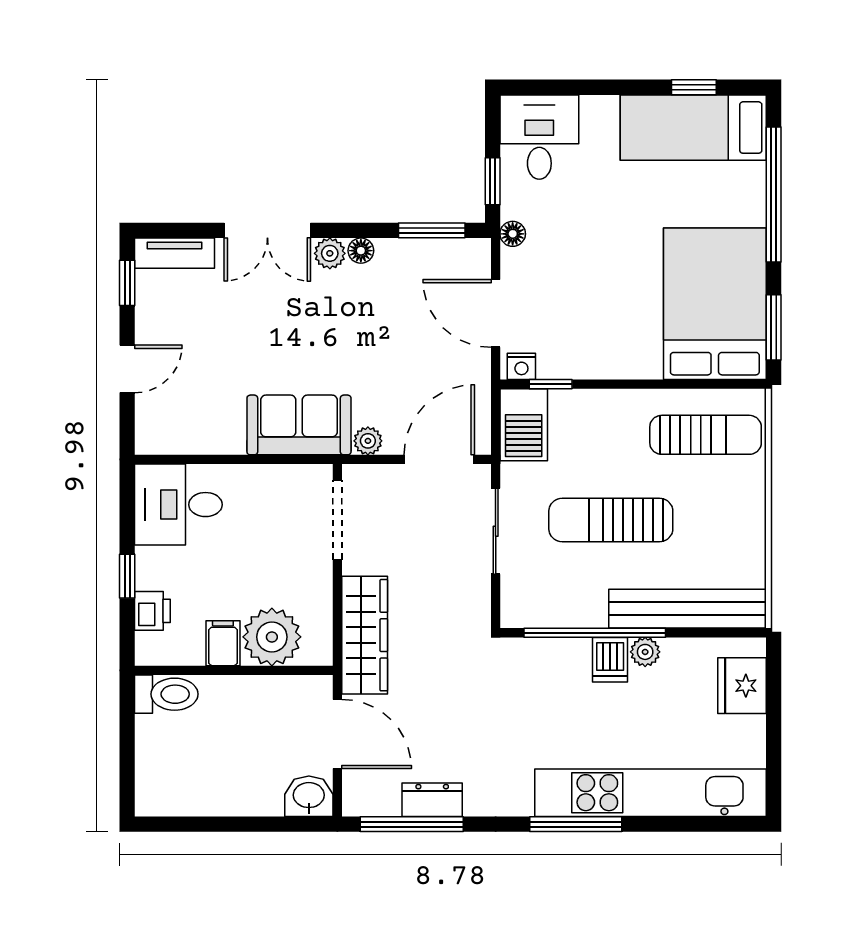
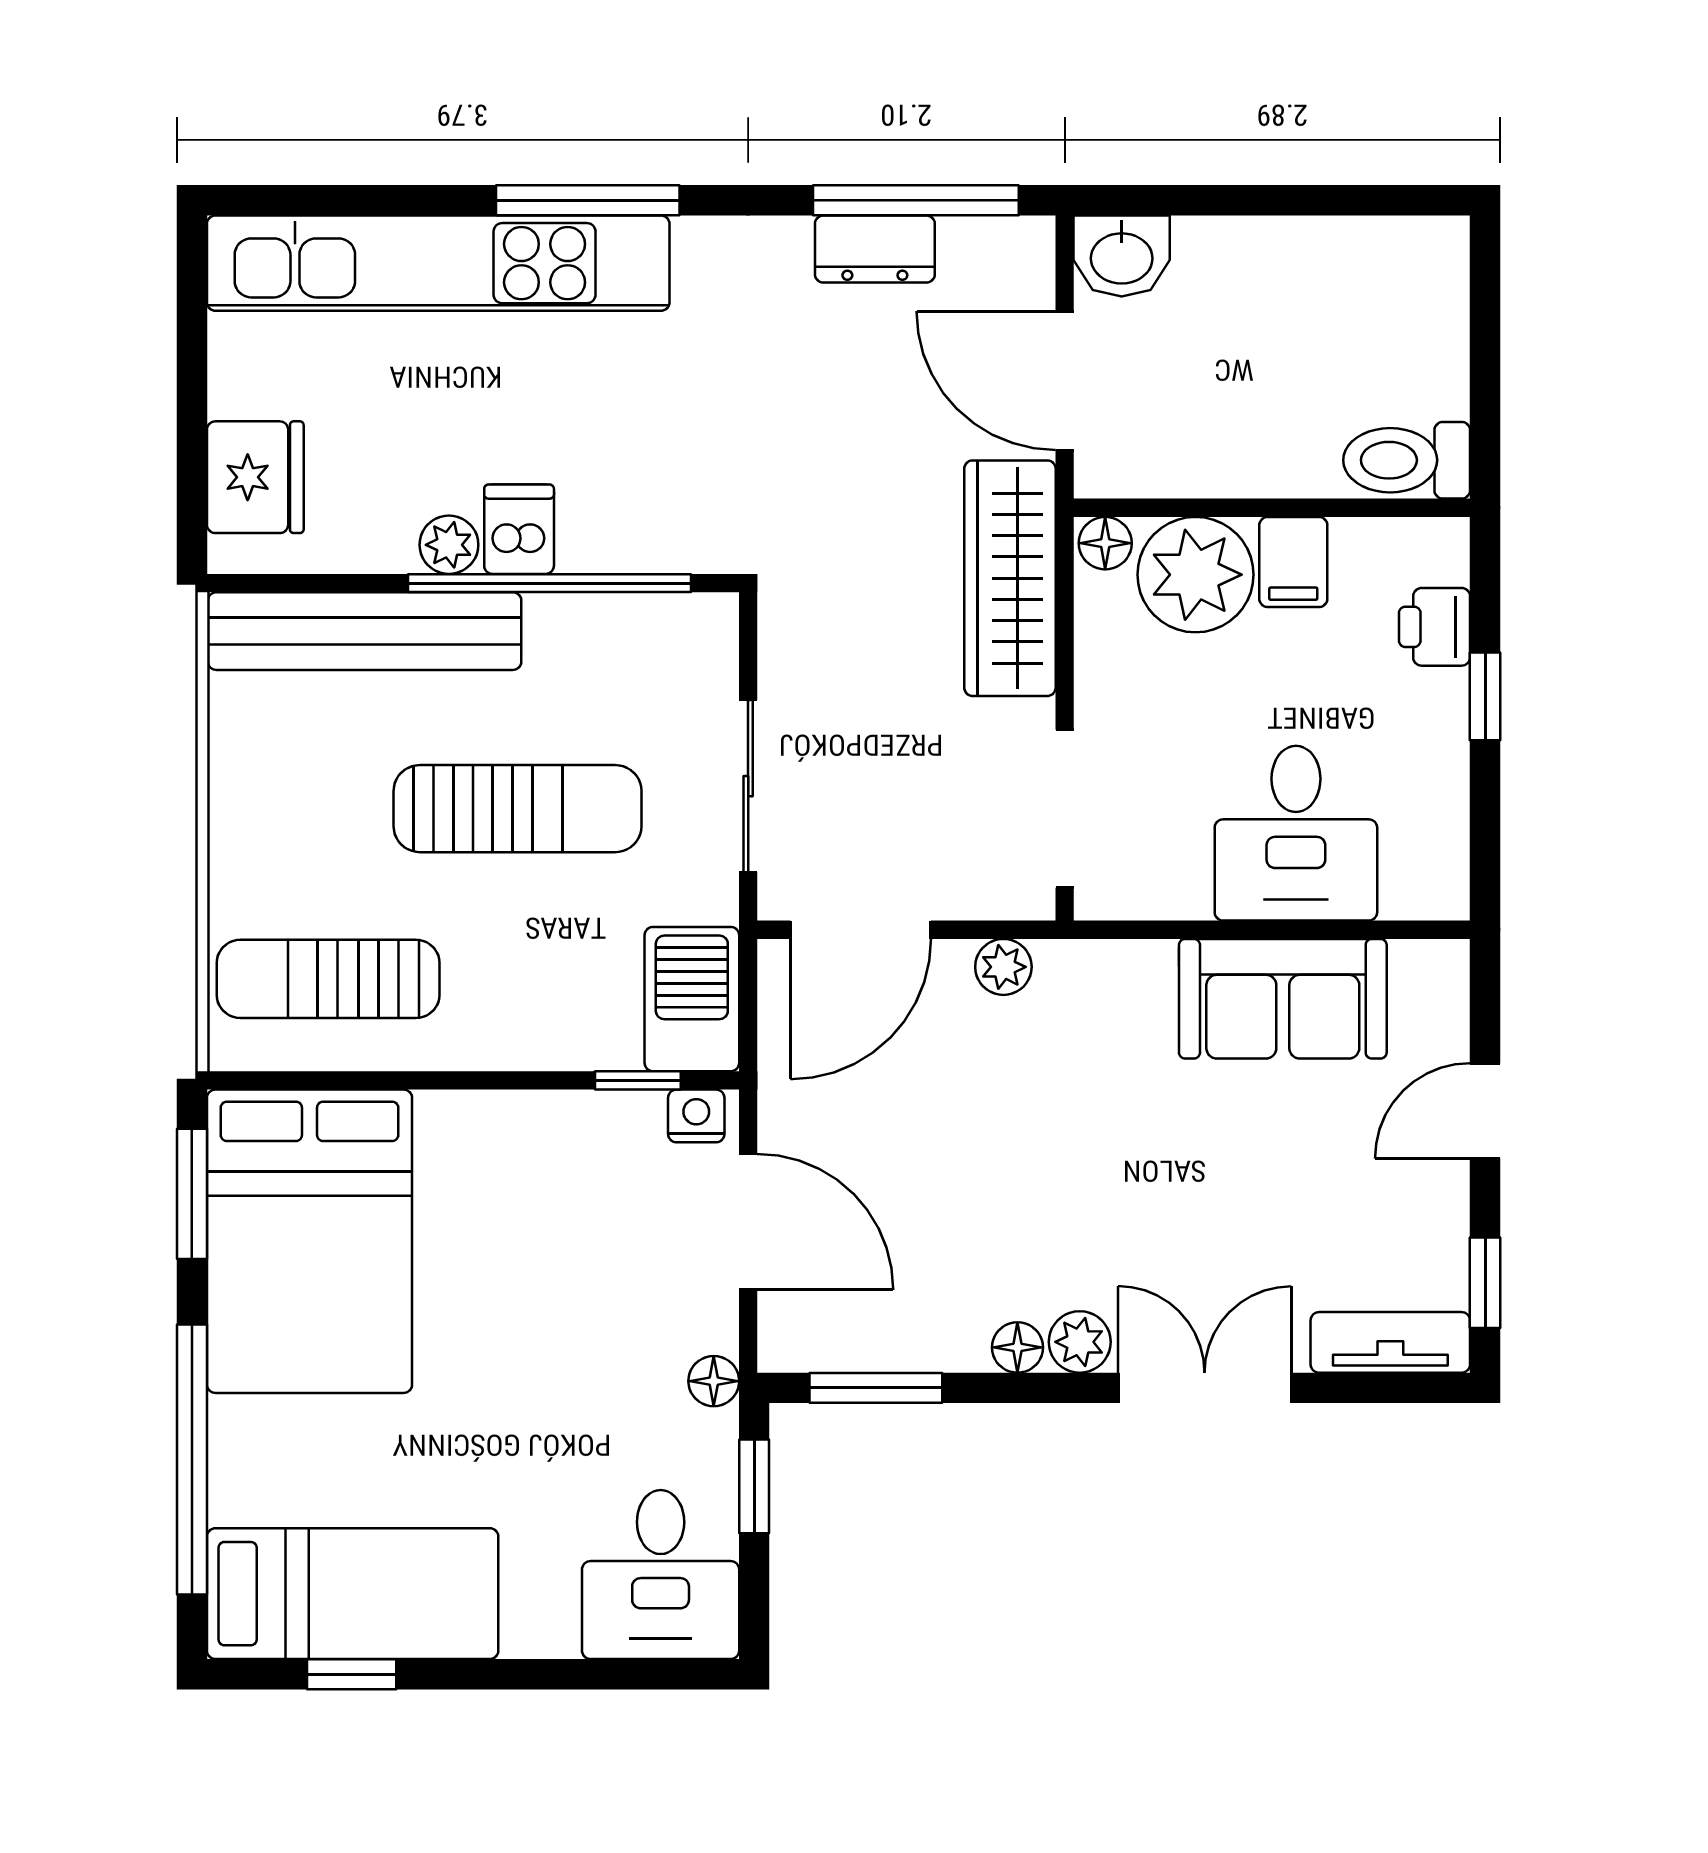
sofa: (299, 425) -> (1283, 999), moved
desk: (178, 505) -> (1296, 833), moved, turned 90
floor lamp: (317, 653) -> (1105, 543), added

